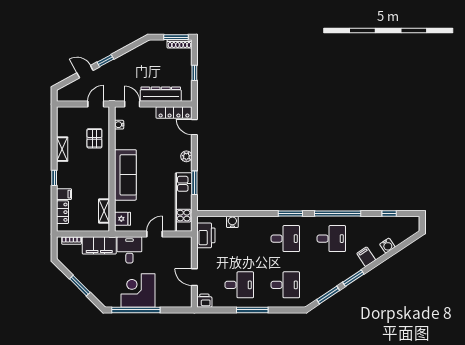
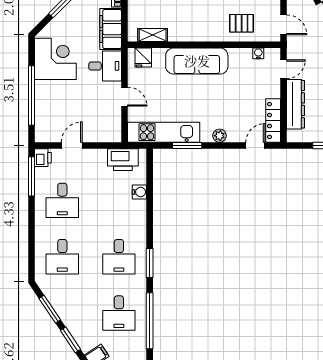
corner desk: (138, 290) -> (55, 59), moved
window: (136, 310) -> (32, 95), moved
window: (252, 310) -> (32, 176), moved

